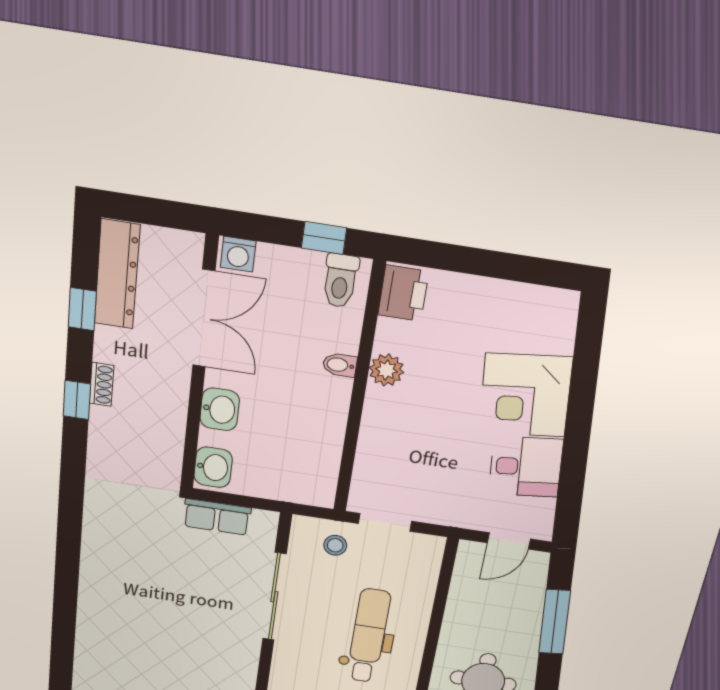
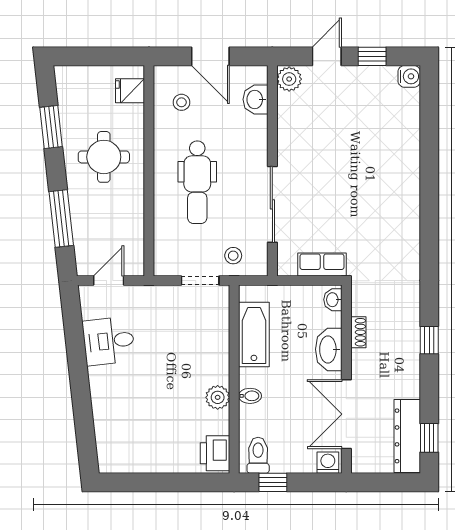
window: (82, 309) -> (429, 438), moved
shoe rack: (102, 384) -> (358, 332), moved, turned 180
corner desk: (525, 395) -> (120, 394), removed
washbasin: (220, 409) -> (329, 349), width x1.38
bathtub: (322, 444) -> (254, 335), added
washbasin: (213, 467) -> (333, 300), width x0.72, depth x0.69

